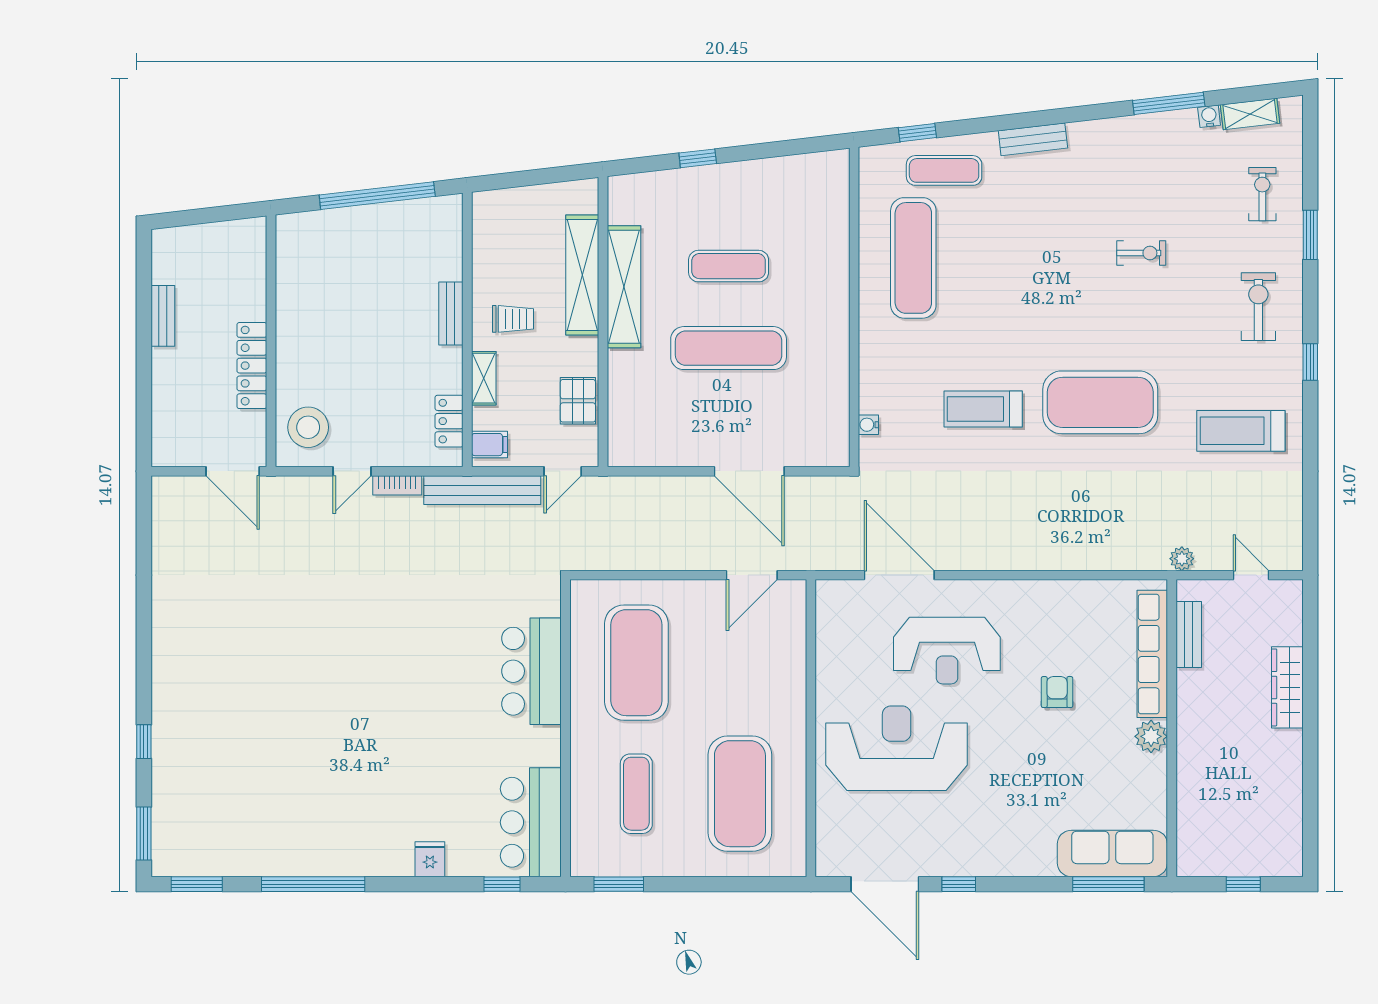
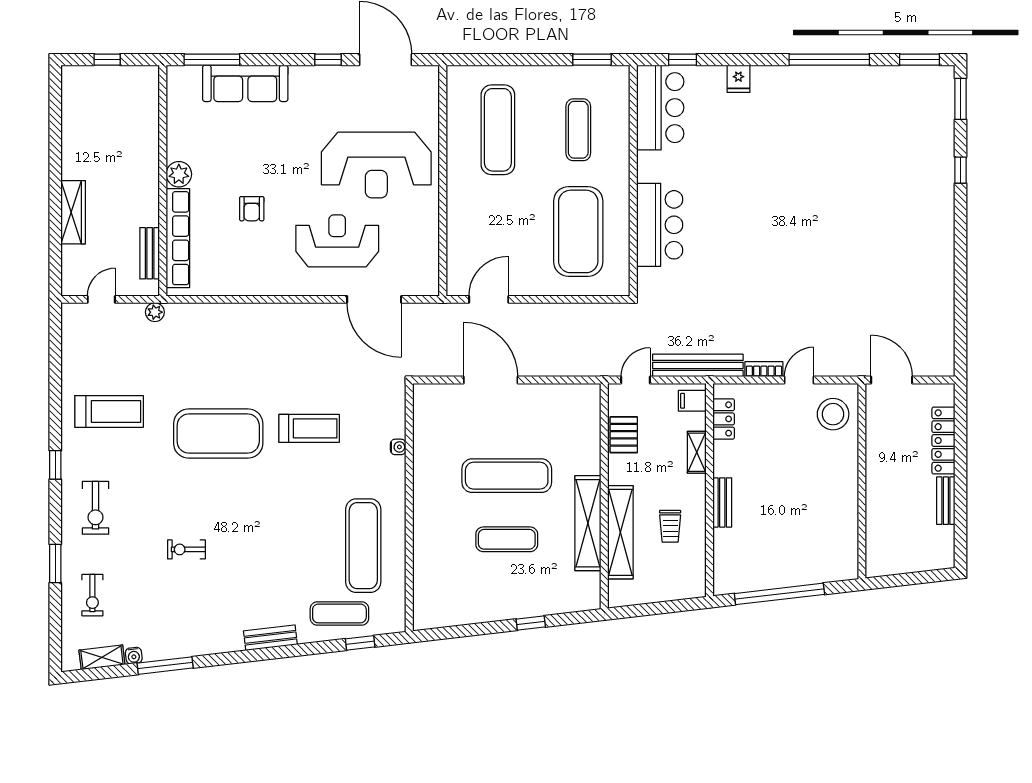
trolley: (513, 319) -> (670, 526), moved, turned -90
locker: (252, 366) -> (943, 441), moved, turned 180
water cooler: (868, 425) -> (398, 447), moved
door: (1251, 575) -> (101, 299), swing flipped
exercise mat: (740, 794) -> (498, 130), width x0.68
sofa: (1112, 853) -> (245, 83), moved

